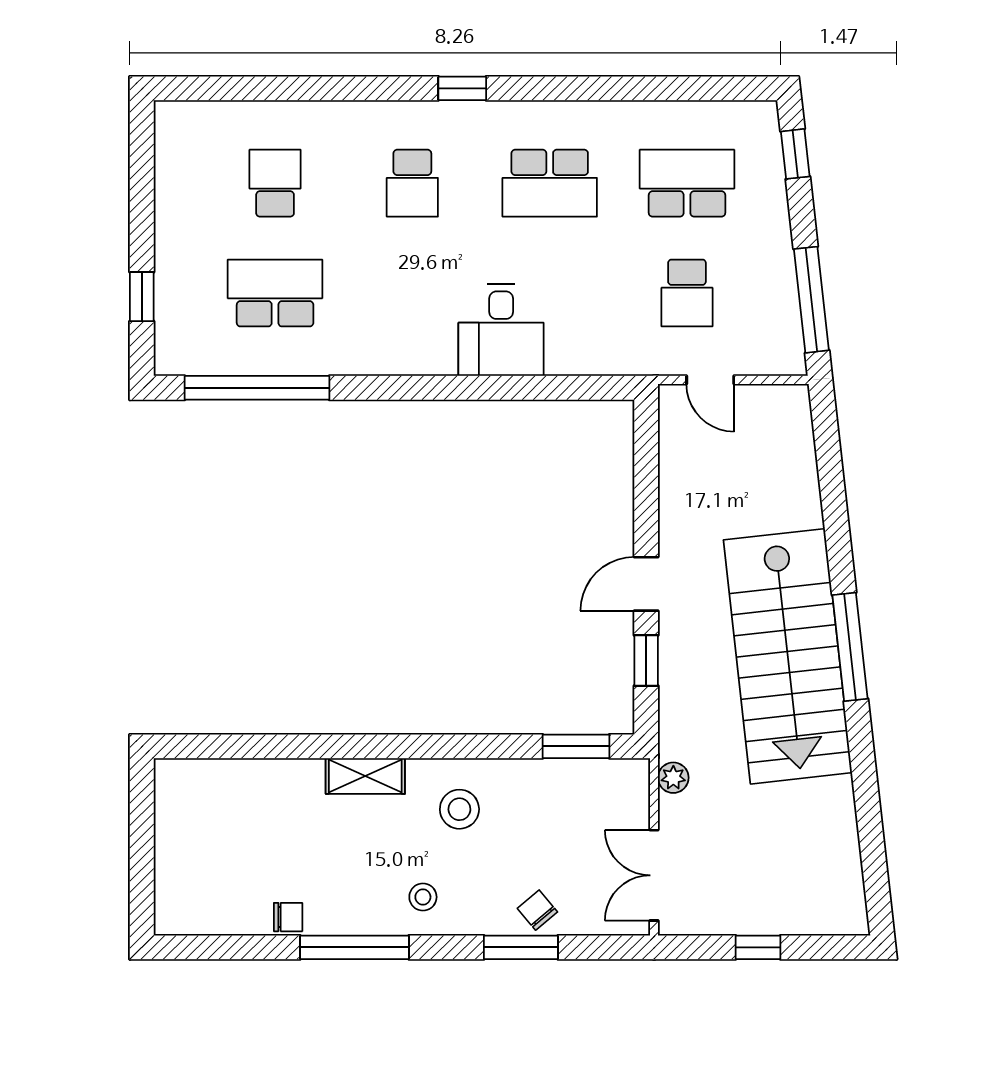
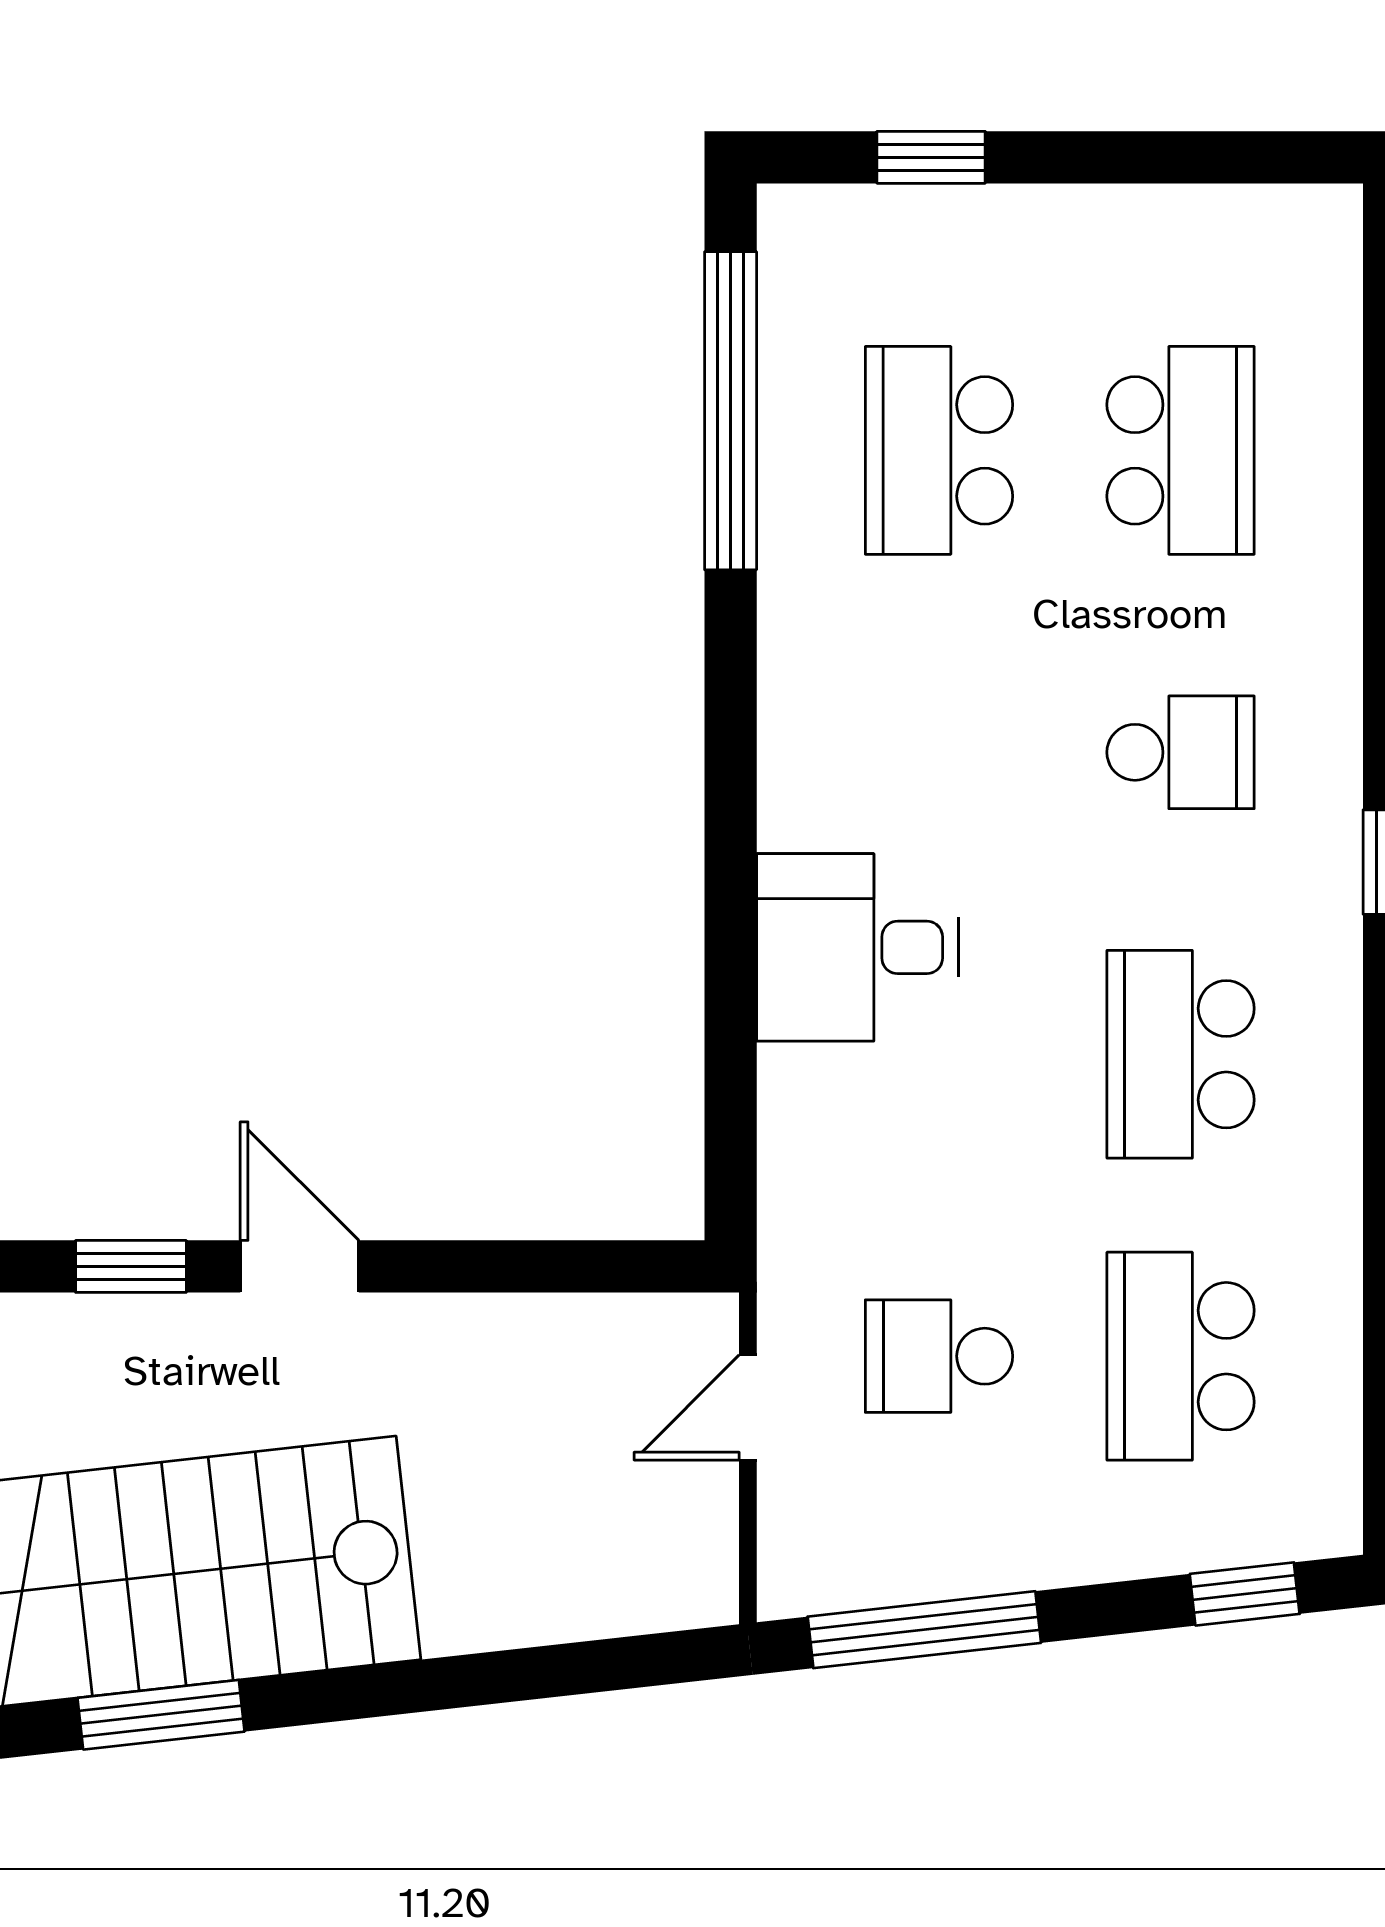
school desk: (275, 183) -> (1181, 450), width x1.85
school desk: (412, 183) -> (1181, 752), turned 180
school desk: (687, 183) -> (1181, 1356), turned 180
school desk: (275, 293) -> (939, 450), turned 180
window: (850, 647) -> (161, 1715), width x0.69

